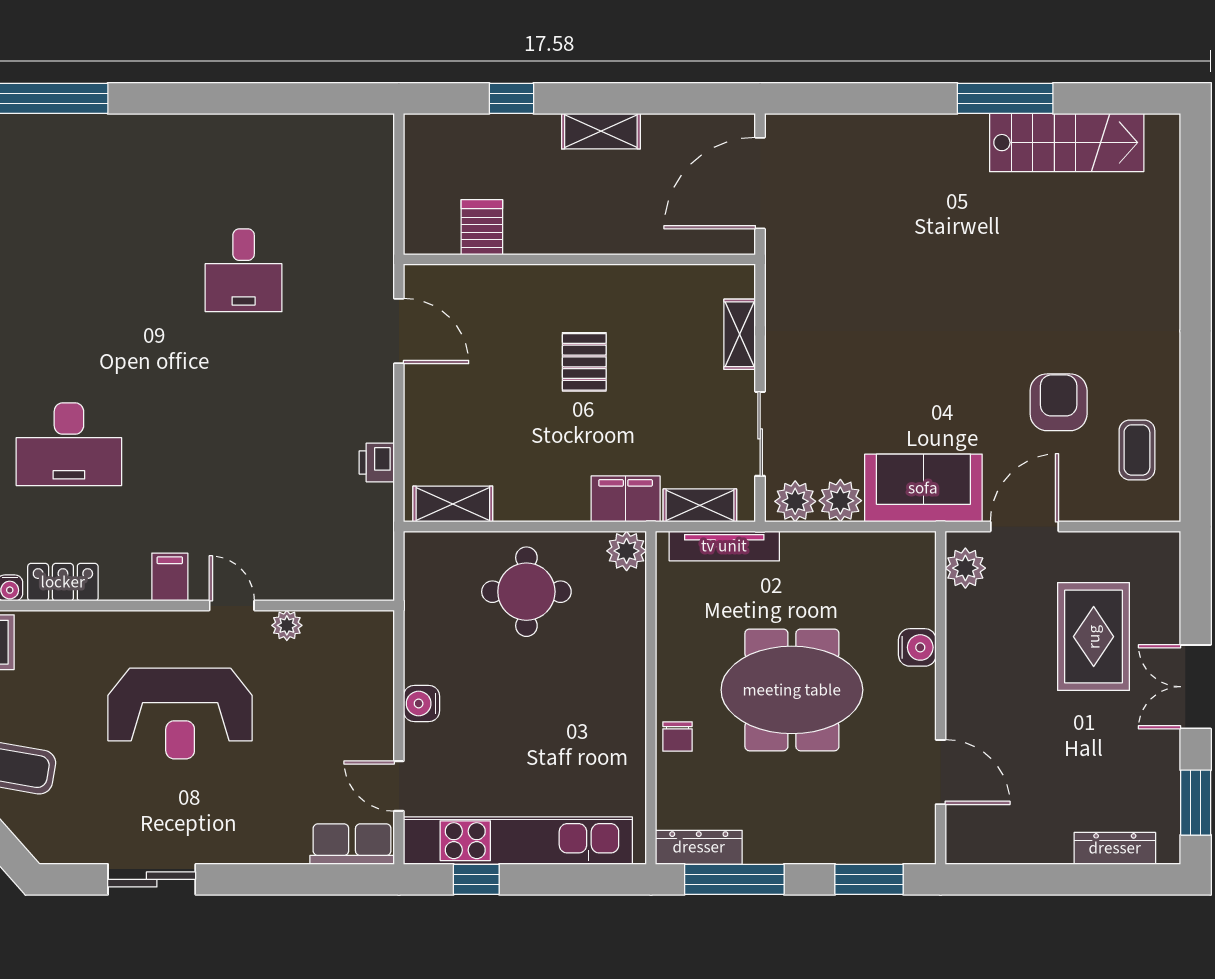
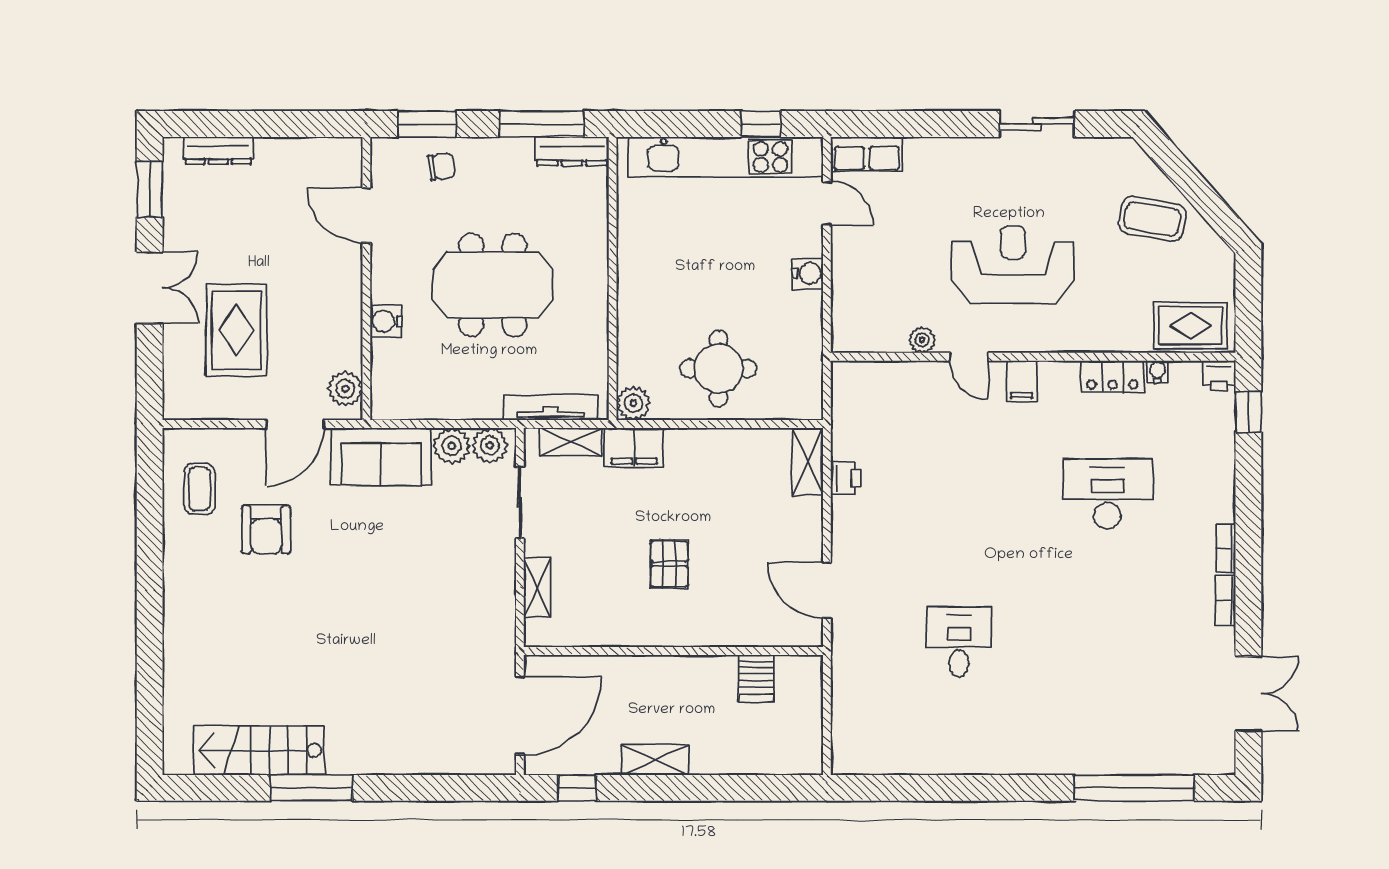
window: (511, 98) -> (577, 788), moved
shelving: (453, 504) -> (808, 462), moved, turned 90
chair: (678, 736) -> (442, 167), moved, turned 83

